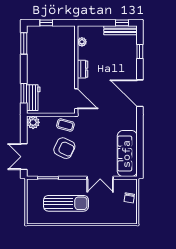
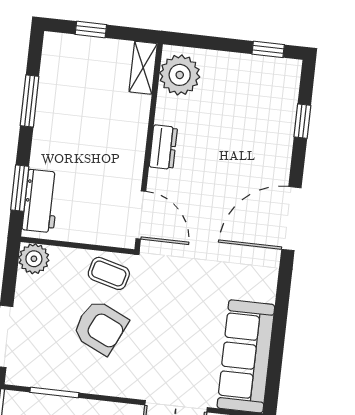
bench: (120, 30) -> (262, 66), removed
shelving: (70, 37) -> (143, 68), added
plant: (82, 42) -> (180, 75), width x1.88, depth x1.88
window: (24, 43) -> (30, 101), moved
door: (140, 93) -> (291, 219), hinge flipped

